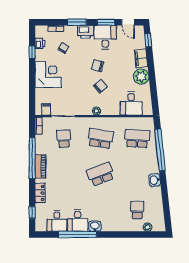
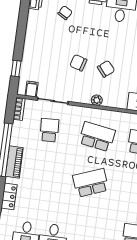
window: (32, 52) -> (16, 69), moved
chair: (98, 66) -> (78, 63), moved
corner desk: (48, 75) -> (41, 44), removed

